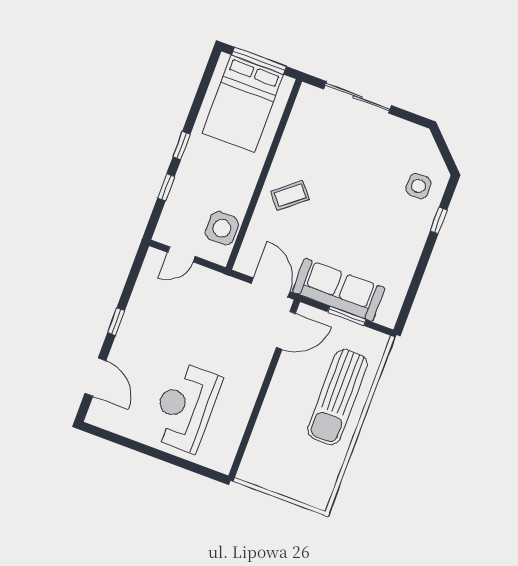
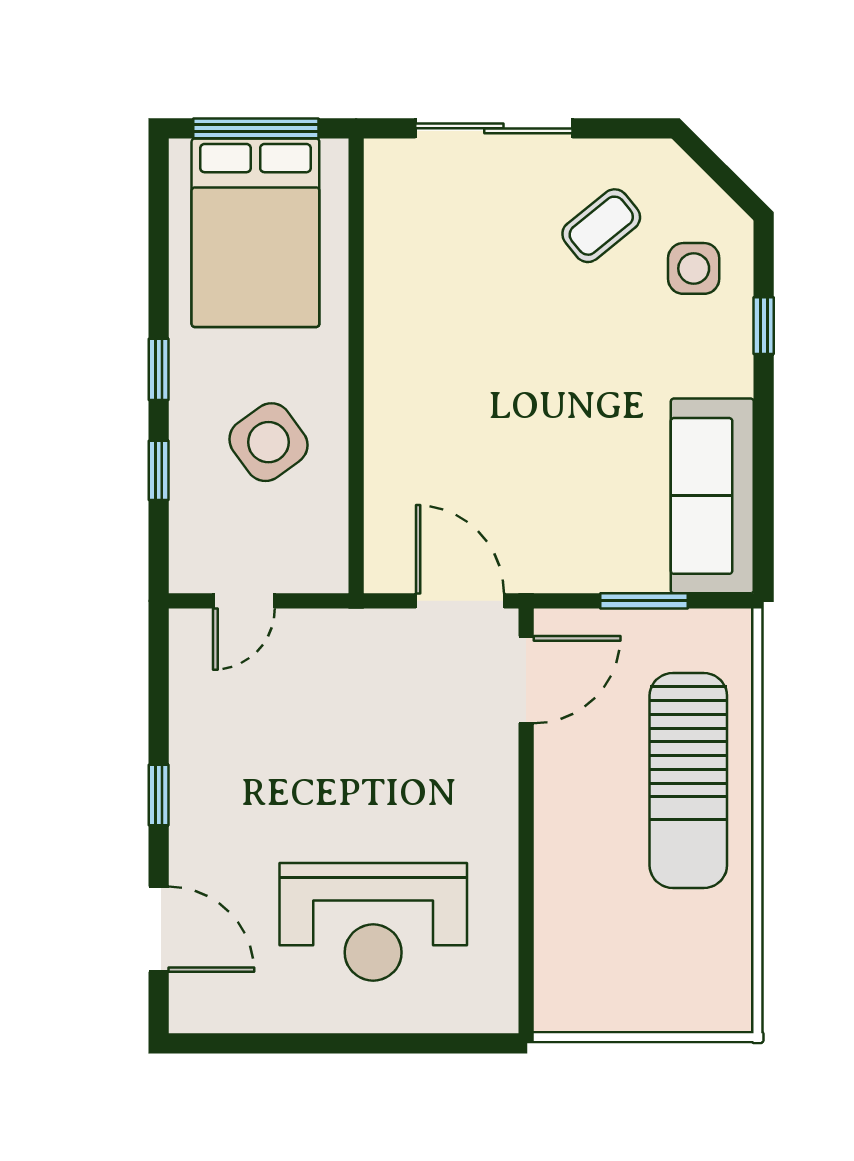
coffee table: (290, 195) -> (601, 226), moved
side table: (222, 228) -> (268, 442), moved, turned -36
sofa: (339, 290) -> (712, 496), moved, turned -90
reception desk: (185, 407) -> (373, 922), turned -90

